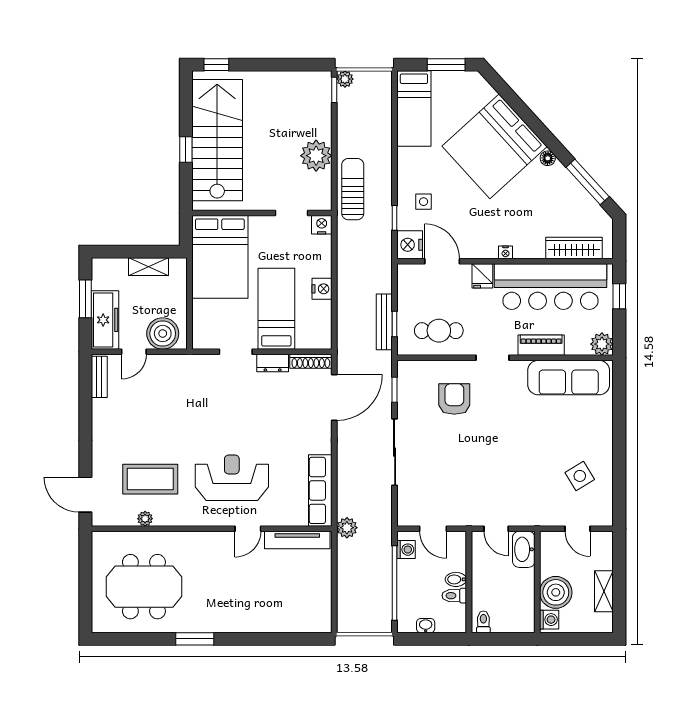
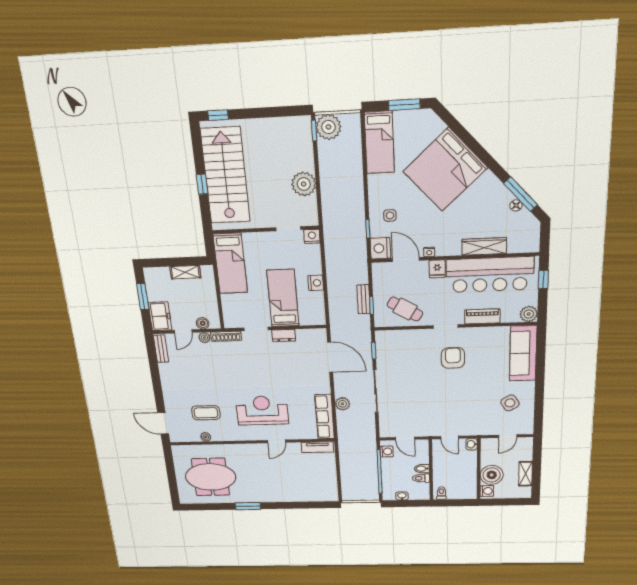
plant: (345, 79) -> (328, 127), width x1.87, depth x1.87
floor lamp: (548, 158) -> (516, 205), moved
sun lounger: (353, 189) -> (334, 208), removed
wardrobe: (574, 248) -> (484, 246), moved
nightstand: (506, 252) -> (429, 252), moved
bed: (220, 257) -> (230, 263), width x0.67
freezer: (105, 320) -> (160, 316), width x0.71
bench: (384, 322) -> (363, 299), width x0.73
cafe table: (439, 331) -> (405, 309), turned 31
boiler: (163, 333) -> (203, 323), width x0.54, depth x0.54
shoe rack: (311, 361) -> (226, 336), moved
plant: (163, 362) -> (204, 338), added
sofa: (569, 378) -> (523, 353), moved, turned 90
door: (334, 398) -> (330, 357), hinge flipped
armchair: (454, 399) -> (453, 358), moved
coffee table: (150, 479) -> (206, 413), width x0.73, depth x0.76
plant: (347, 528) -> (342, 404), moved
door: (578, 529) -> (508, 436), hinge flipped
tv unit: (297, 540) -> (318, 447), width x0.71
washbasin: (524, 549) -> (472, 444), width x0.52, depth x0.69

